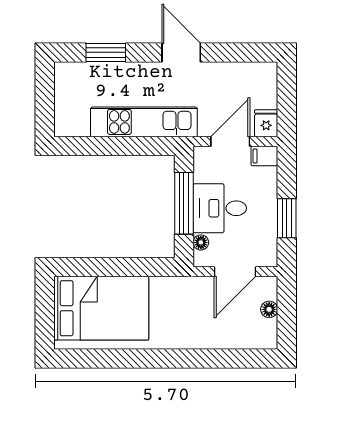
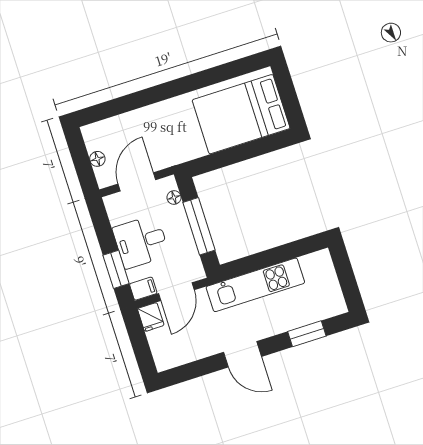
desk: (220, 208) -> (141, 242), moved, turned 180
window: (287, 218) -> (116, 269), moved

